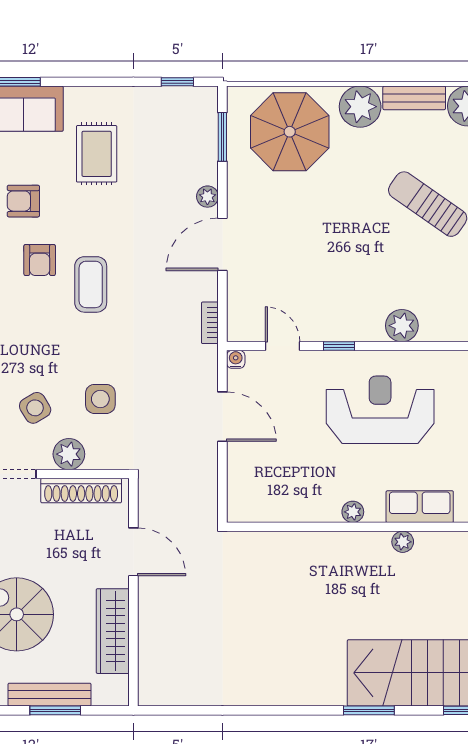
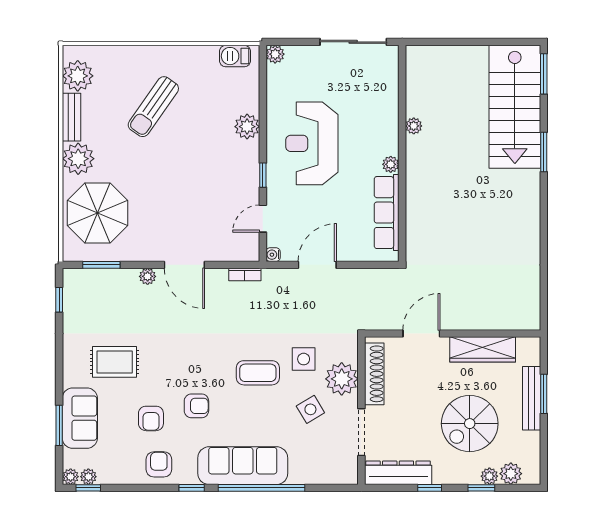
coffee table: (91, 284) -> (258, 373), moved
plant: (69, 454) -> (342, 379), width x1.36, depth x1.36
row of seats: (420, 507) -> (387, 213), moved, width x1.48

